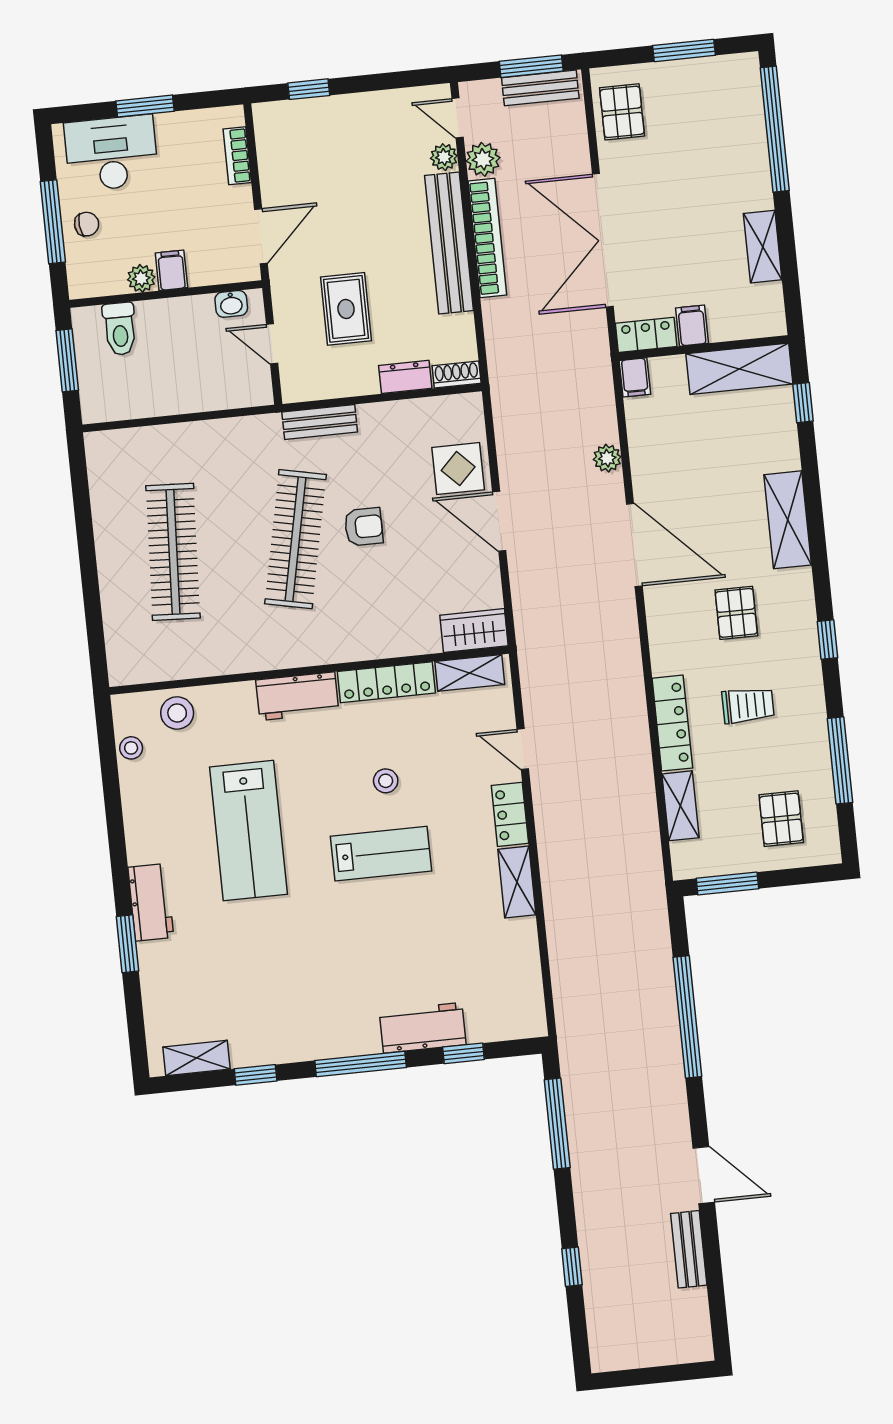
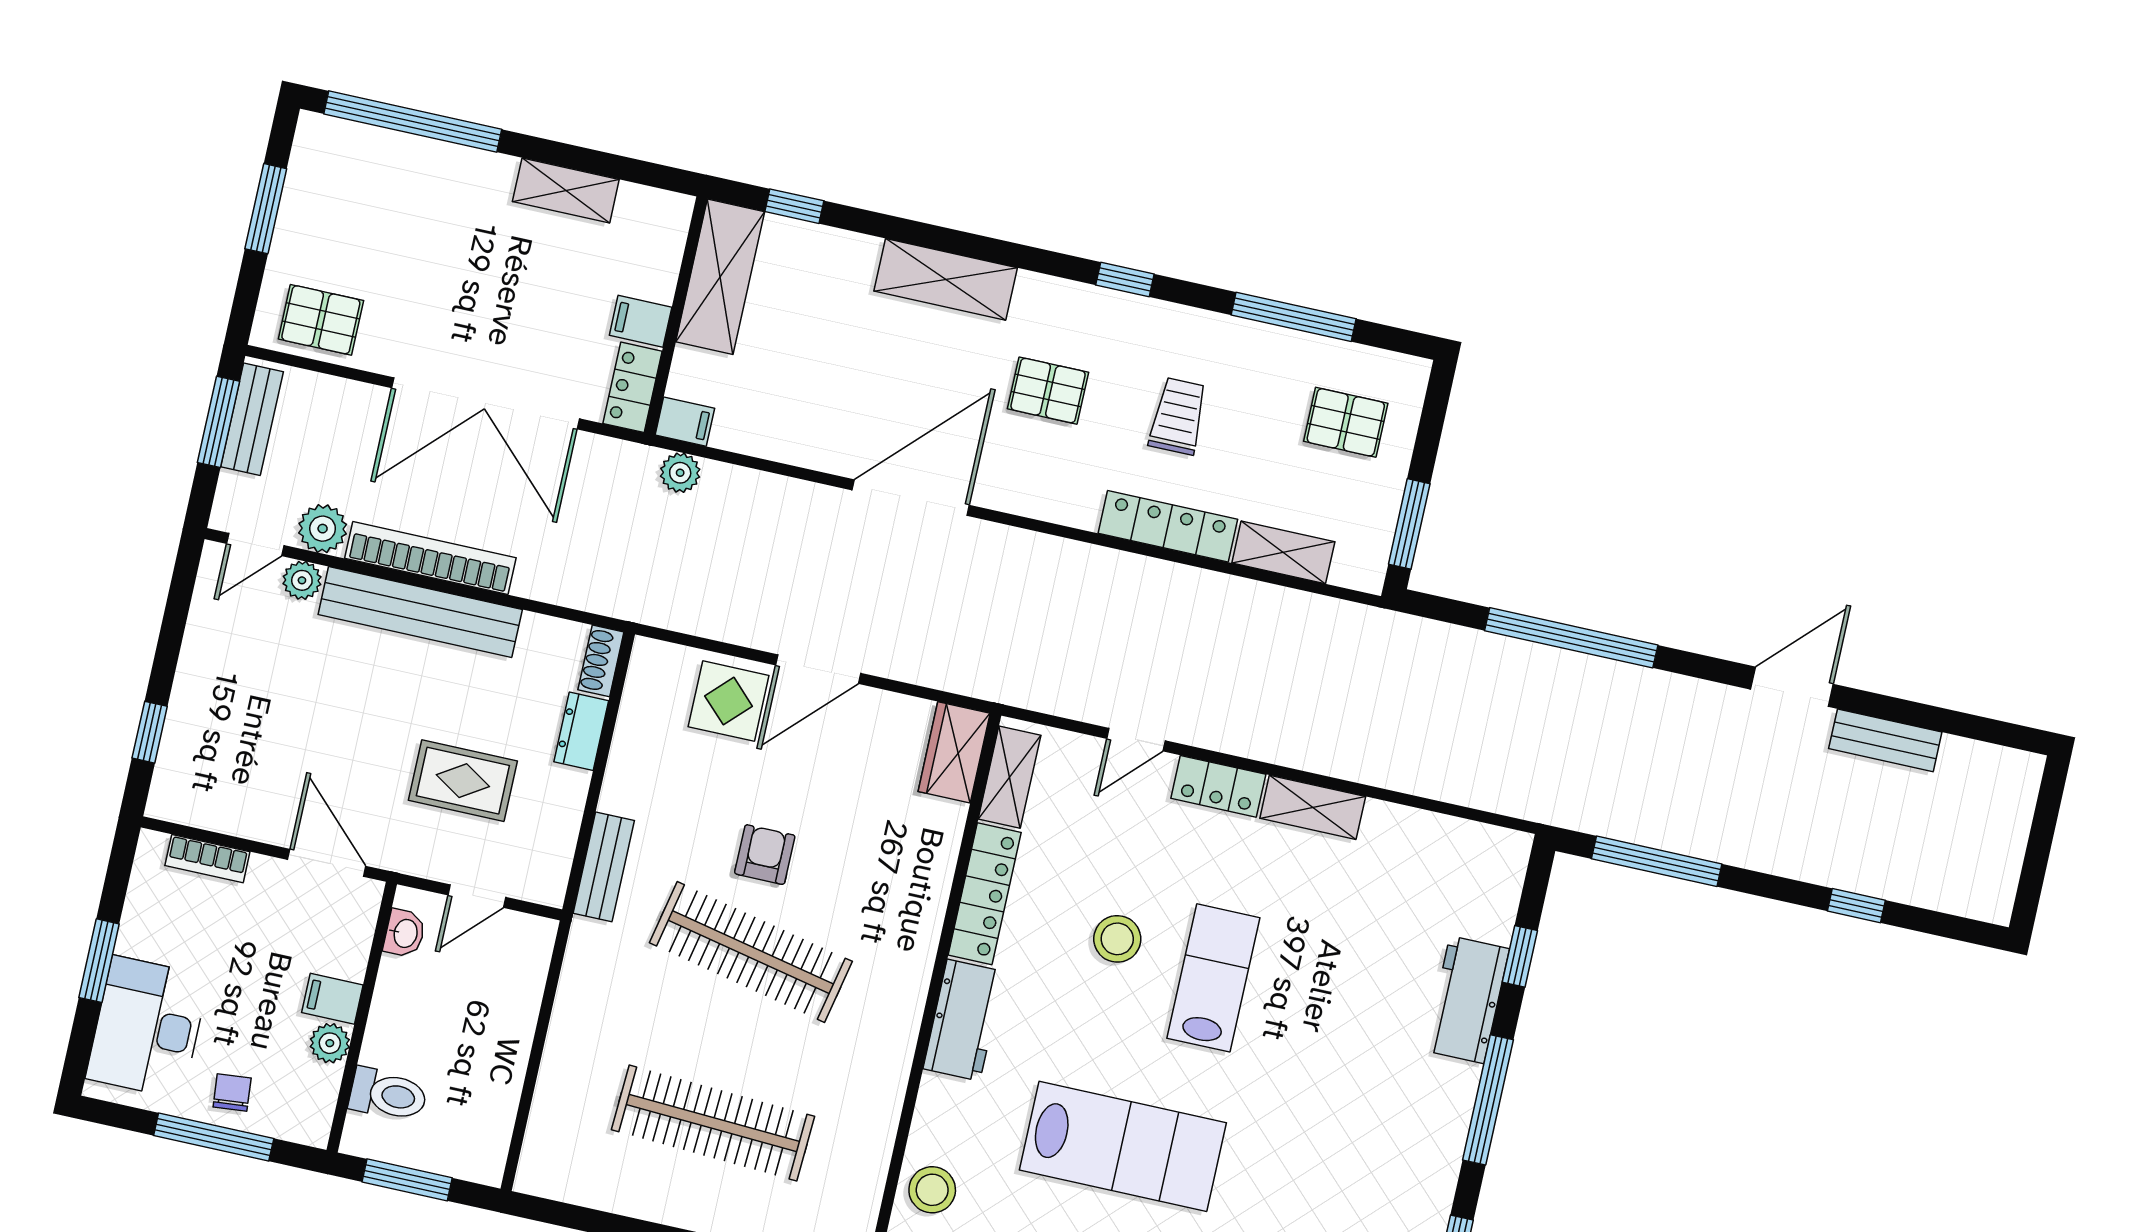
plant: (607, 458) -> (680, 473), moved
stool: (386, 781) -> (1117, 939), width x1.37, depth x1.37

